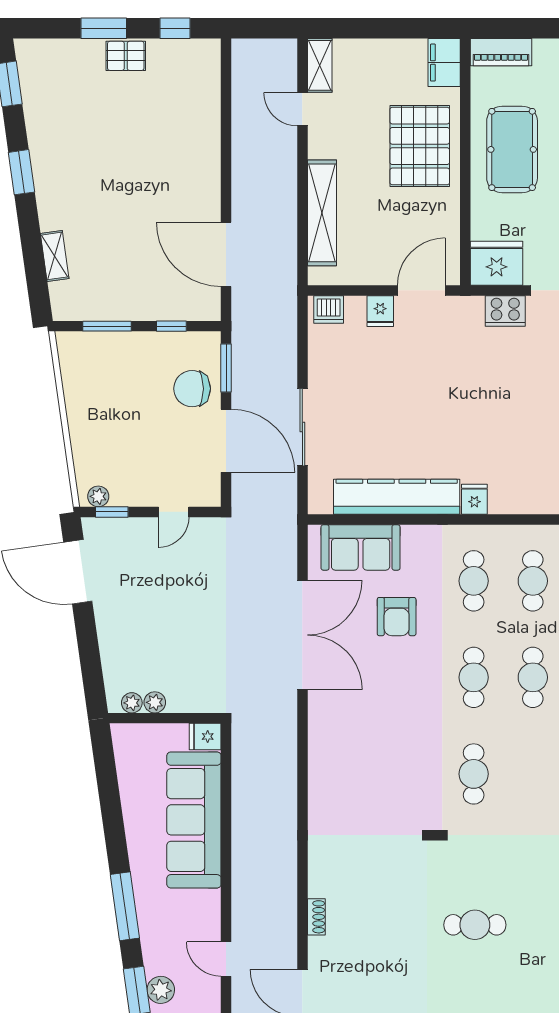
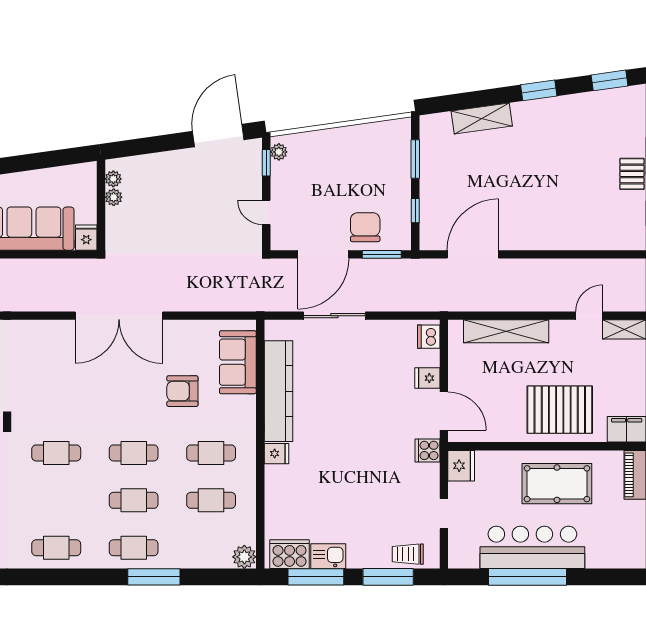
shelving: (55, 256) -> (482, 119), width x1.50, depth x1.33
fridge: (497, 263) -> (461, 466), width x0.73, depth x0.75
cooker: (505, 311) -> (427, 450), moved, width x0.73
double door: (302, 635) -> (119, 316), moved

